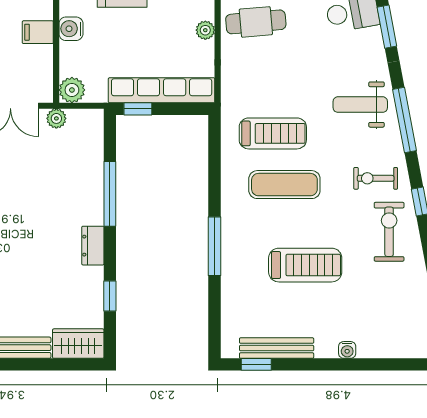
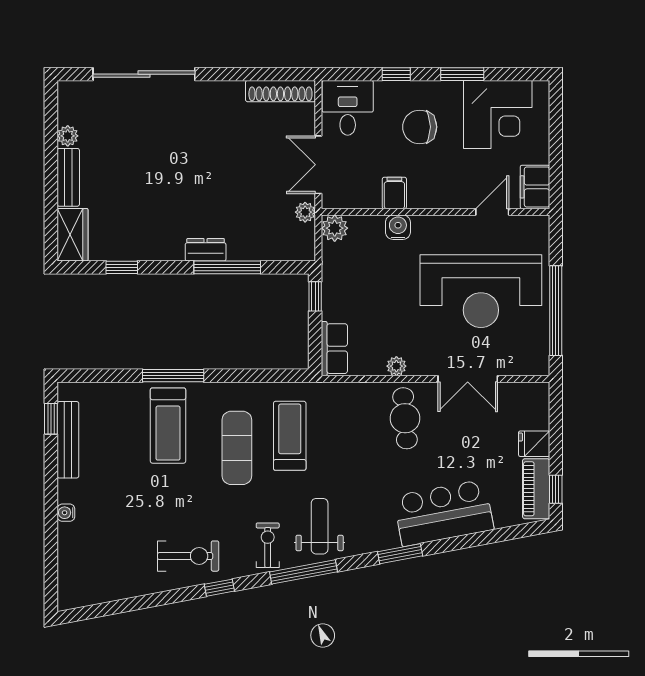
row of seats: (162, 90) -> (334, 349), width x0.50
treadmill: (273, 133) -> (290, 436), turned 180
exercise bike: (376, 178) -> (268, 545), moved
dresser: (93, 246) -> (206, 250), moved
treadmill: (305, 265) -> (168, 426), moved

